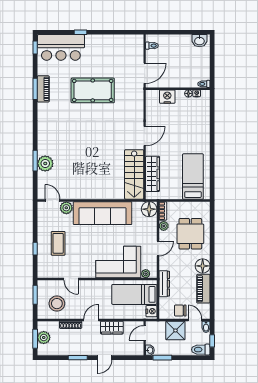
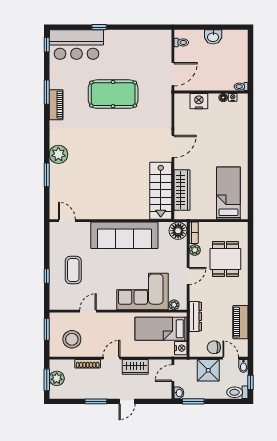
washbasin: (199, 41) -> (213, 37), moved
piano: (43, 89) -> (56, 105), moved
plant: (45, 163) -> (58, 154), moved
plant: (66, 208) -> (83, 229), removed
floor lamp: (203, 266) -> (240, 296), removed
door: (71, 279) -> (88, 311), swing flipped

